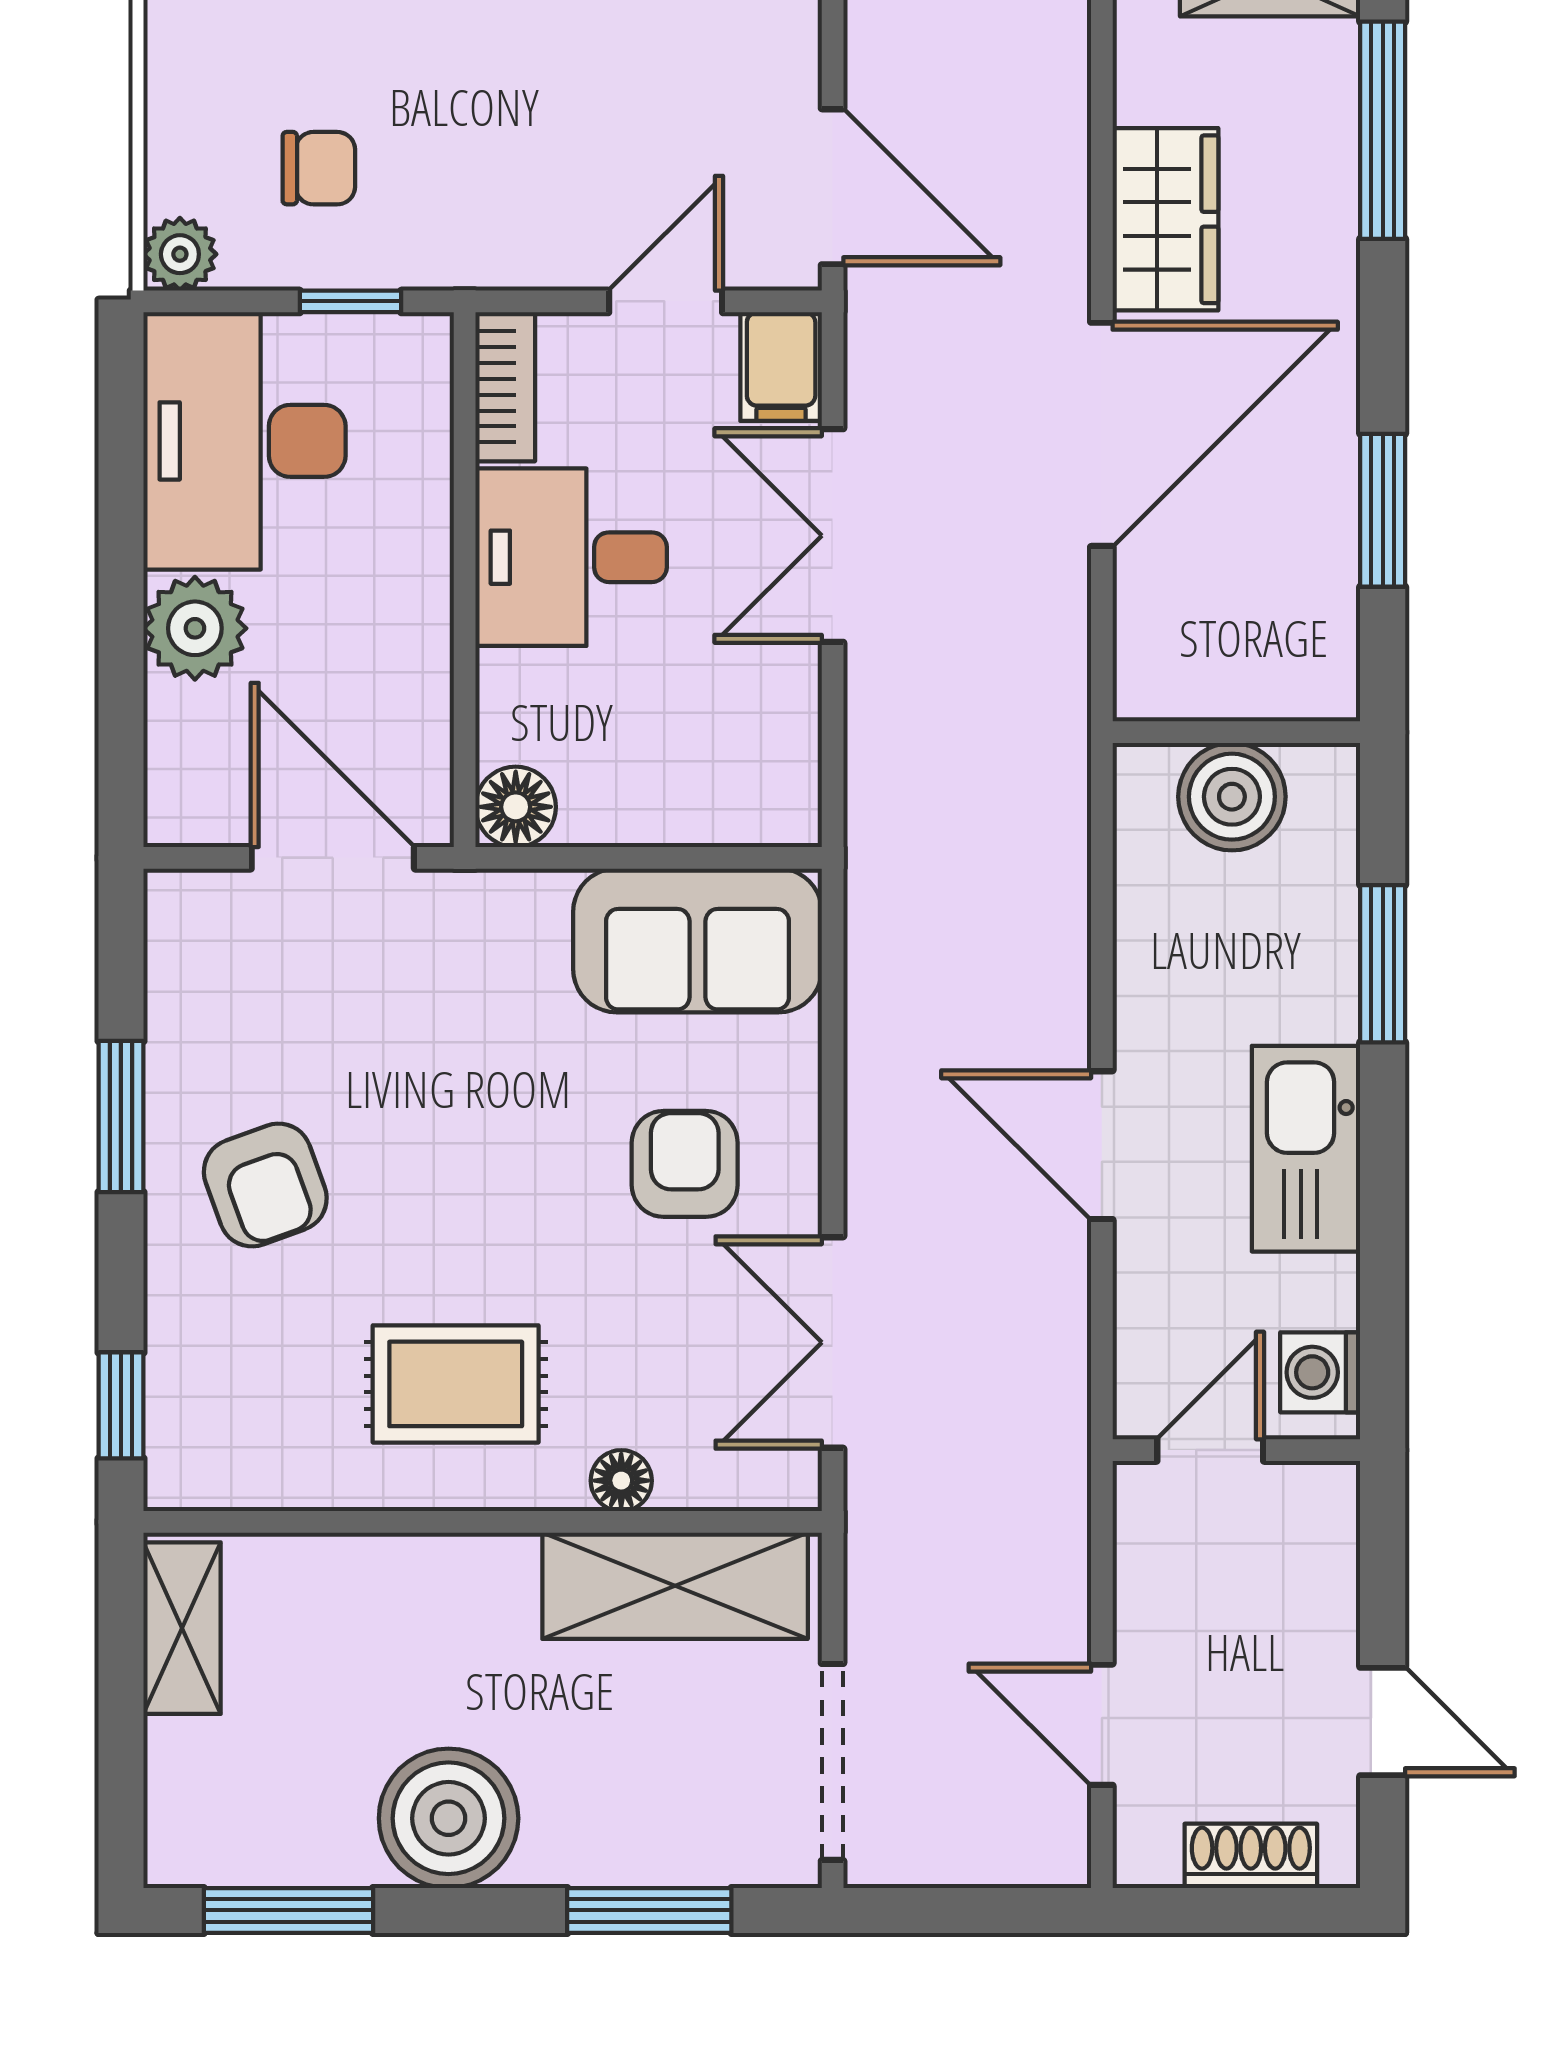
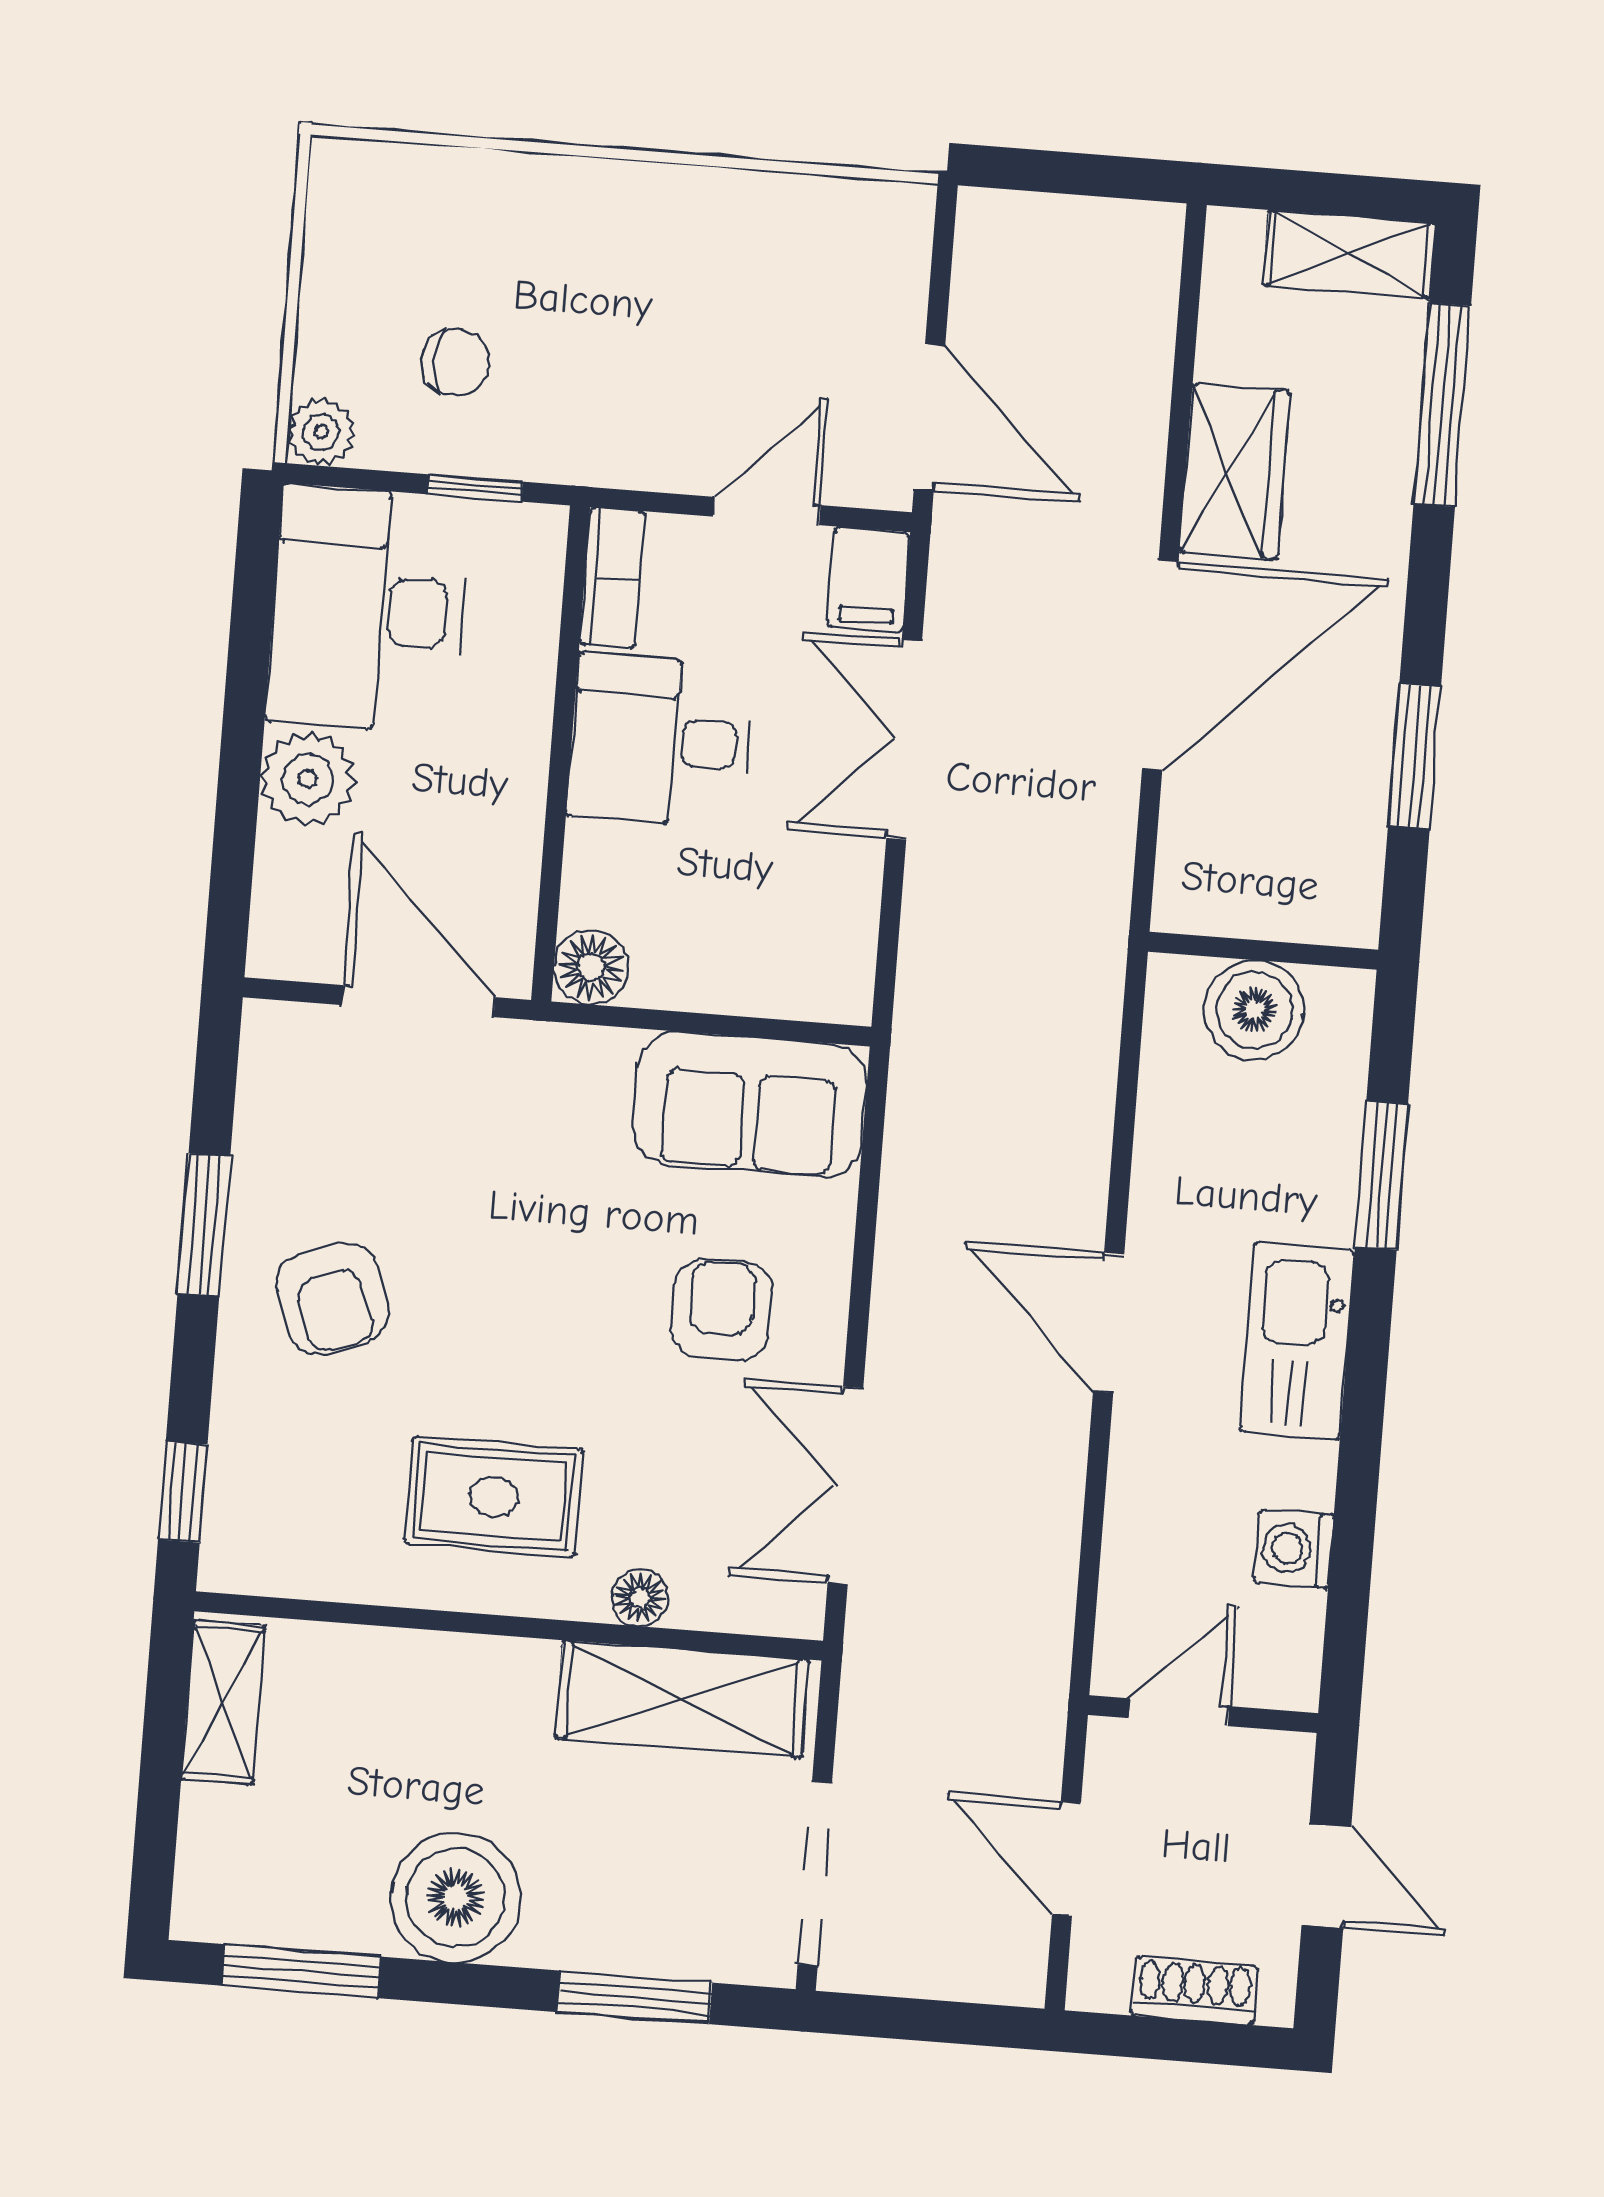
door: (1210, 1450) -> (1179, 1712), moved
wall: (1236, 1450) -> (1203, 1714), moved

